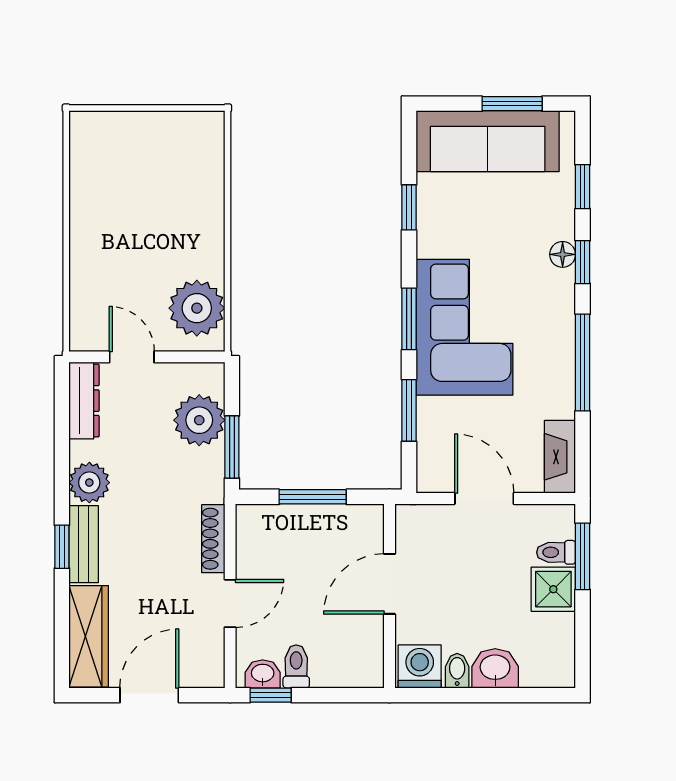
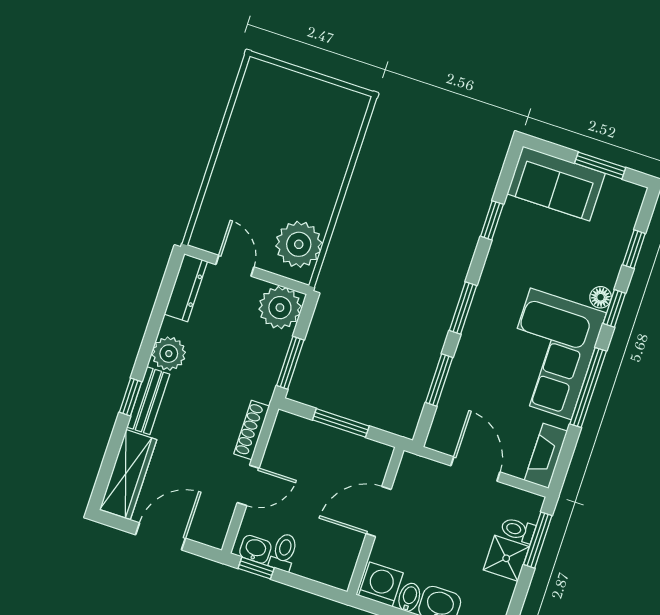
sofa: (488, 141) -> (556, 184), width x0.73
corner sofa: (465, 327) -> (551, 354), moved, turned 180
plant: (199, 420) -> (280, 308), moved

